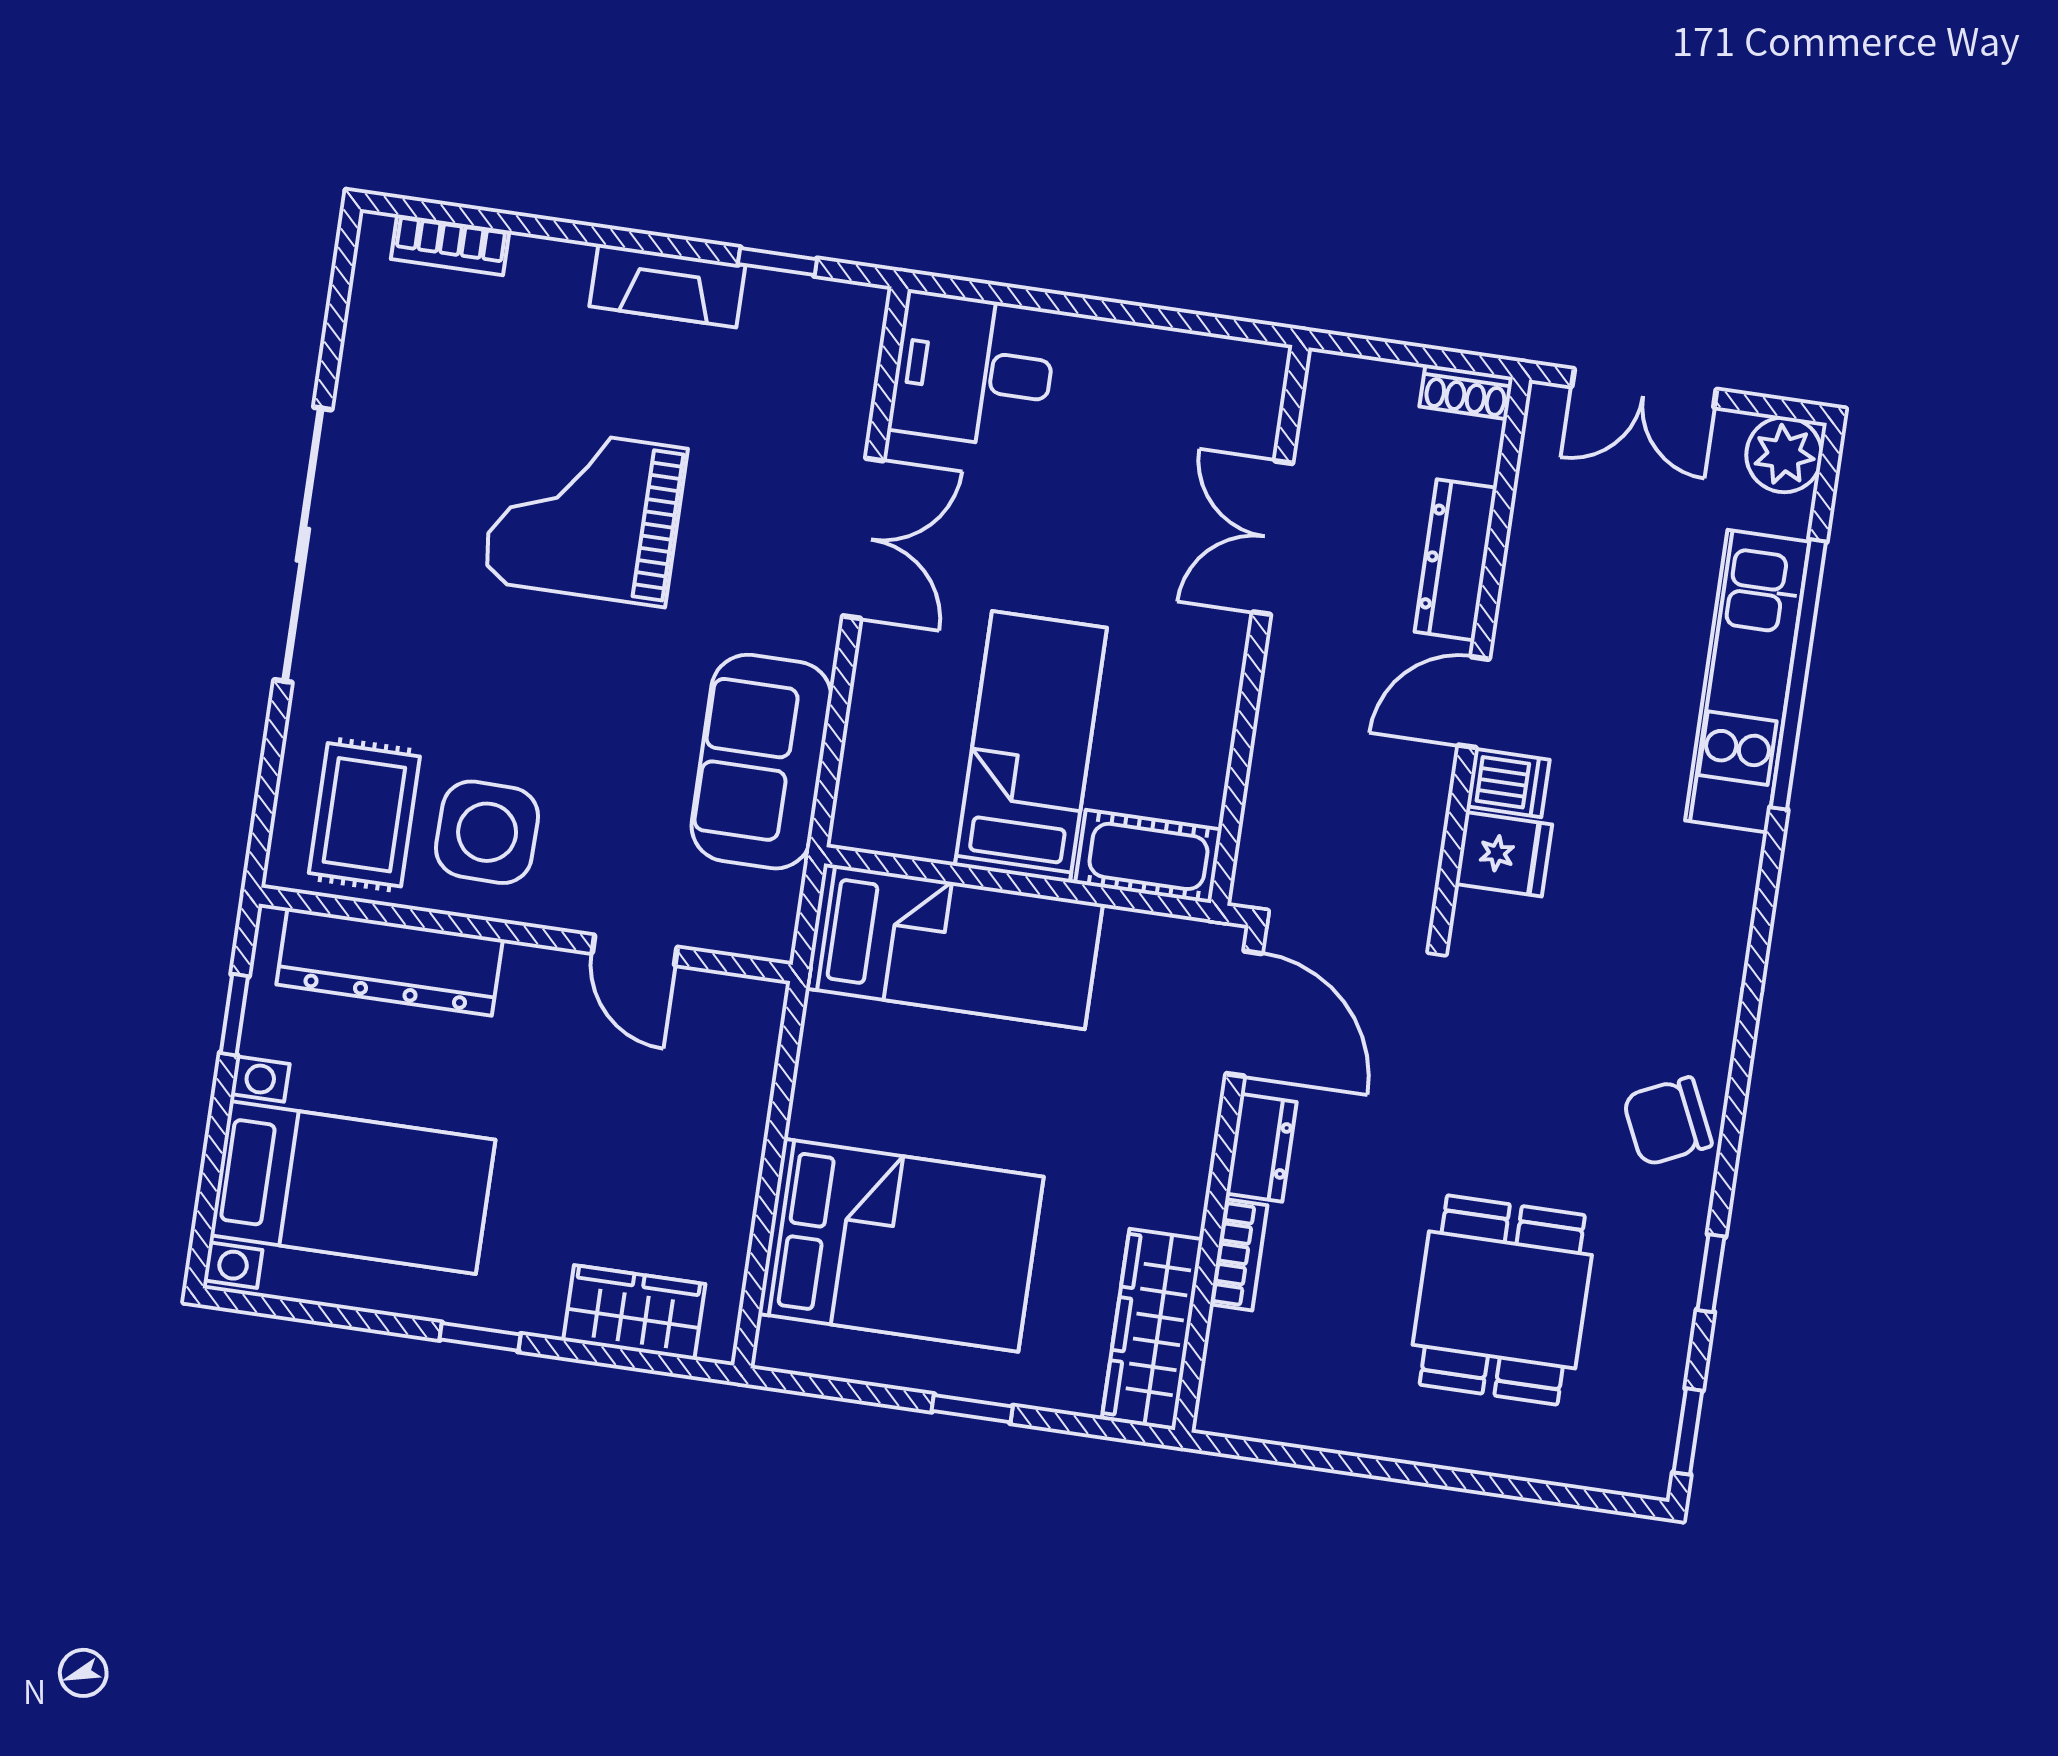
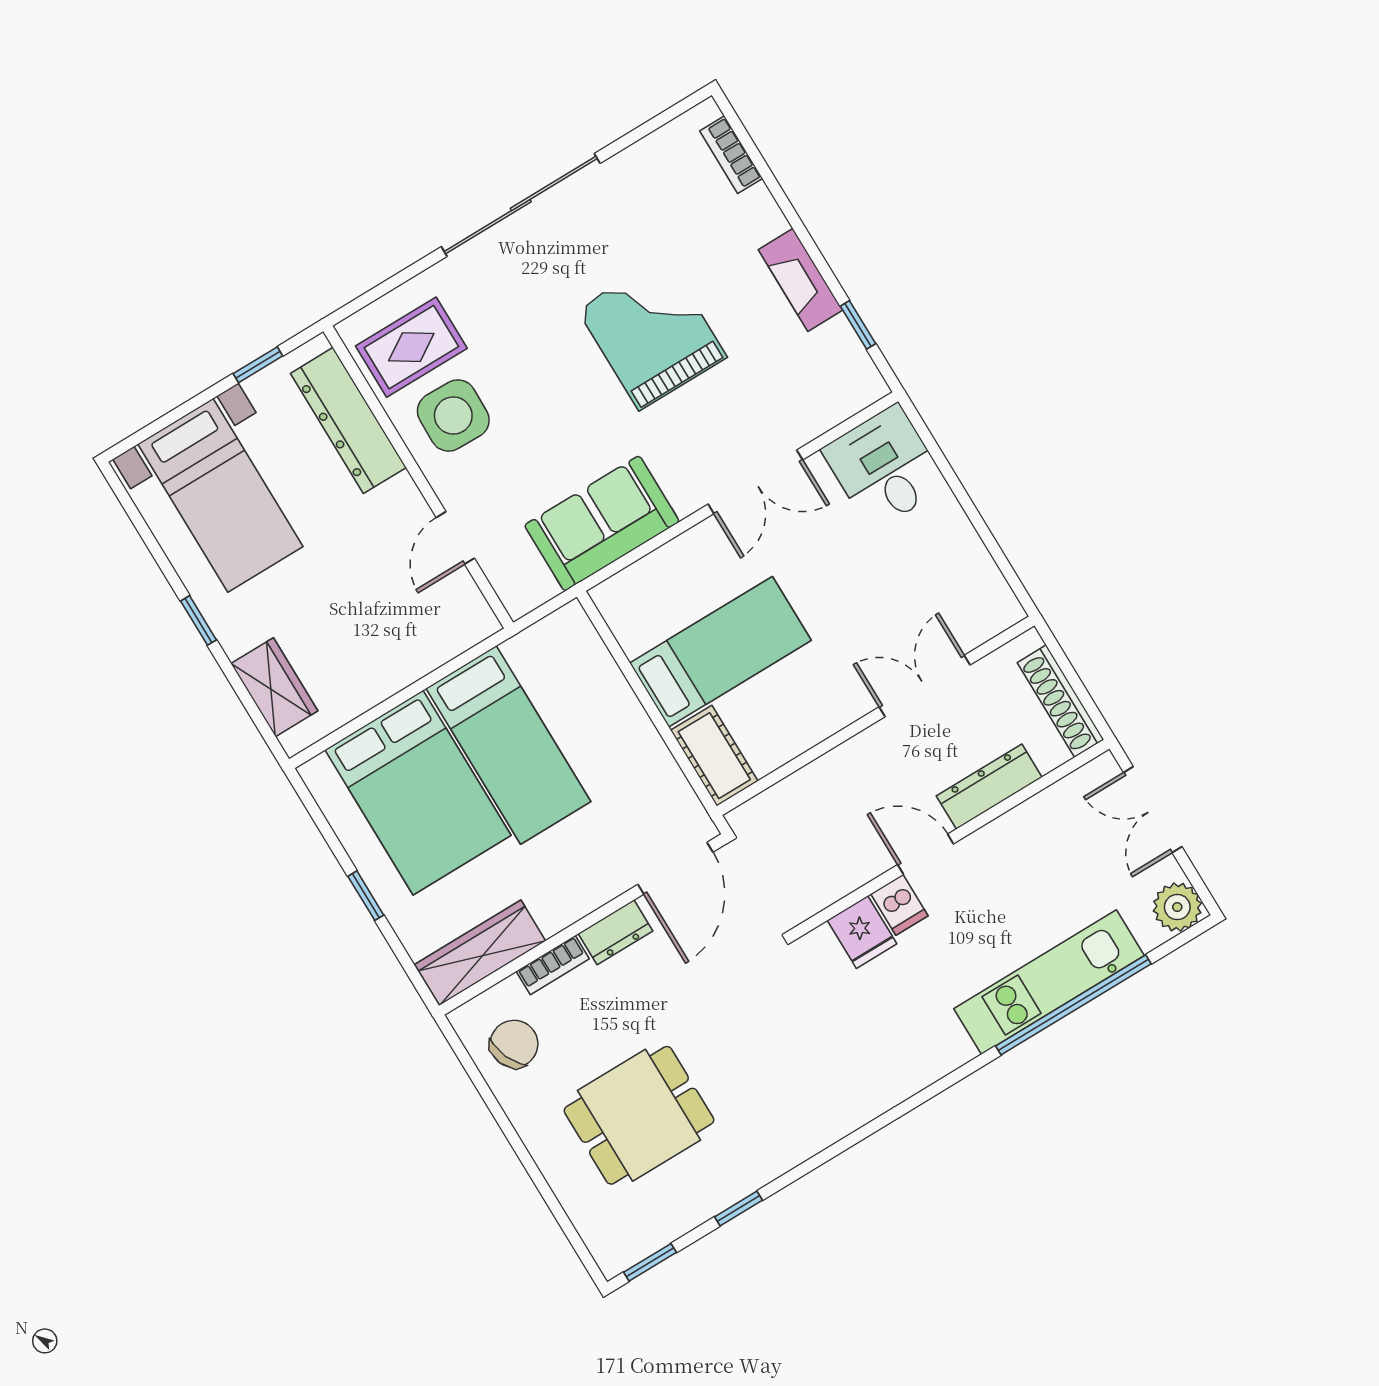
shoe rack: (1466, 392) -> (1061, 701), width x1.94, depth x1.24
bed: (954, 946) -> (508, 745), moved
chair: (1667, 1121) -> (514, 1044), moved, turned 92

